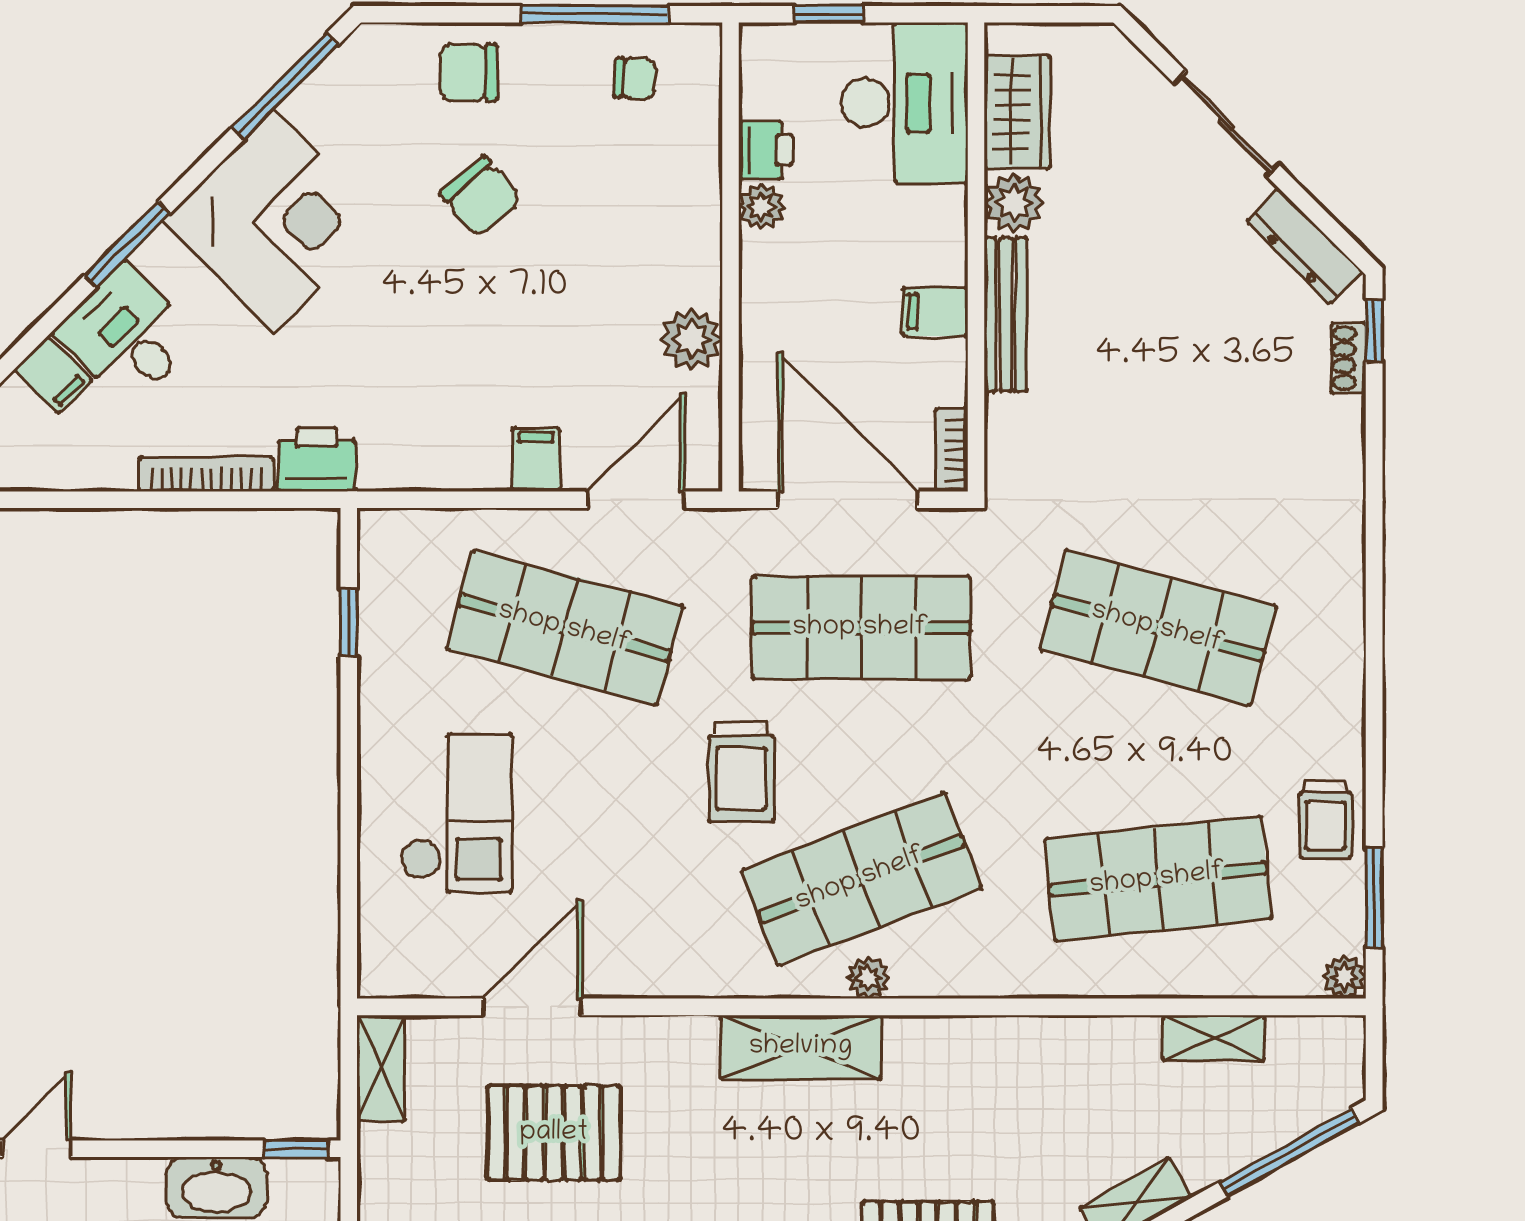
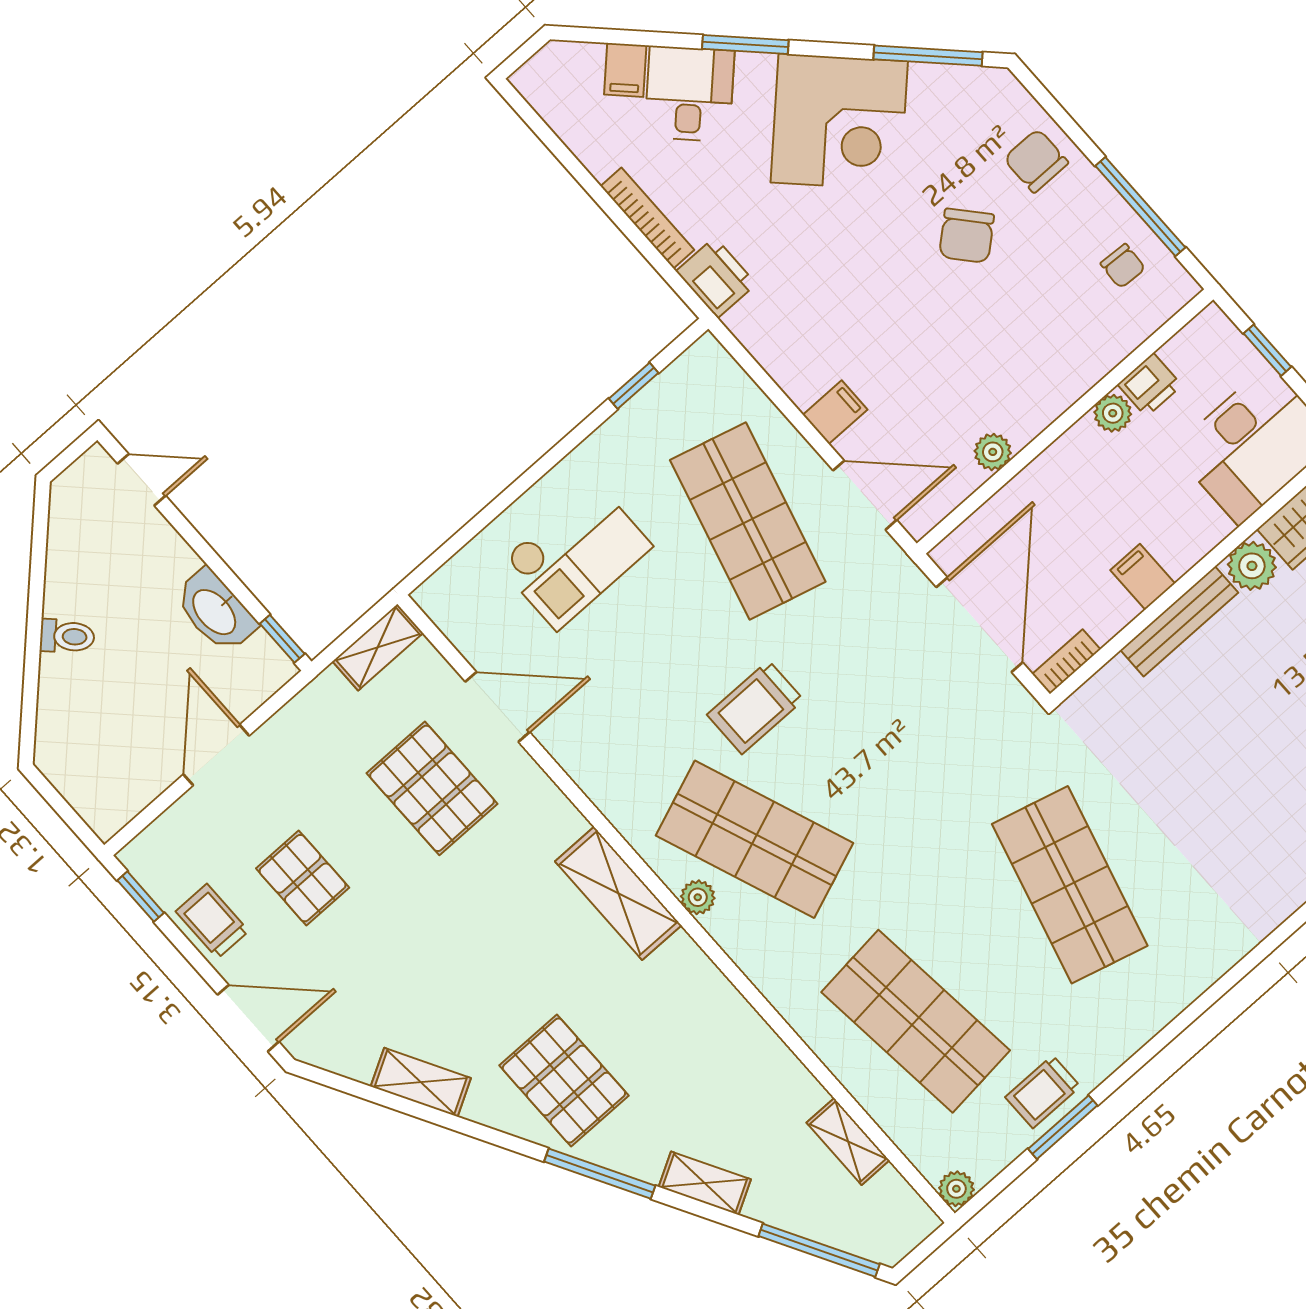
plant: (691, 339) -> (993, 452), width x0.73, depth x0.73
shop shelf: (861, 628) -> (909, 703), removed
window: (1374, 898) -> (1063, 1127), moved

